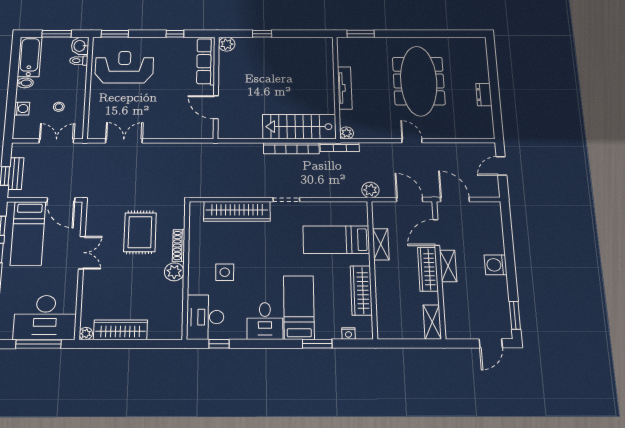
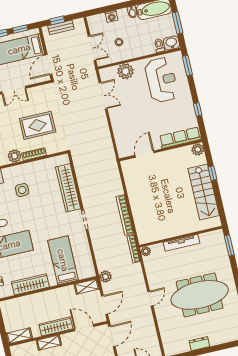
plant: (100, 107) -> (125, 71), added
stairs: (299, 127) -> (204, 192), moved, turned 180
shelving: (381, 244) -> (87, 287), moved
shelving: (448, 266) -> (49, 343), moved

